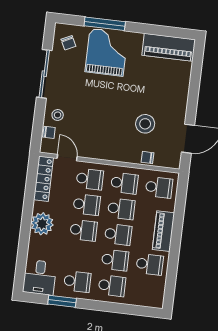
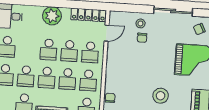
stool: (145, 124) -> (161, 96), moved
chair: (49, 132) -> (142, 38), moved

